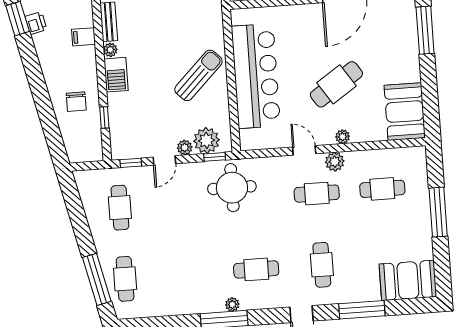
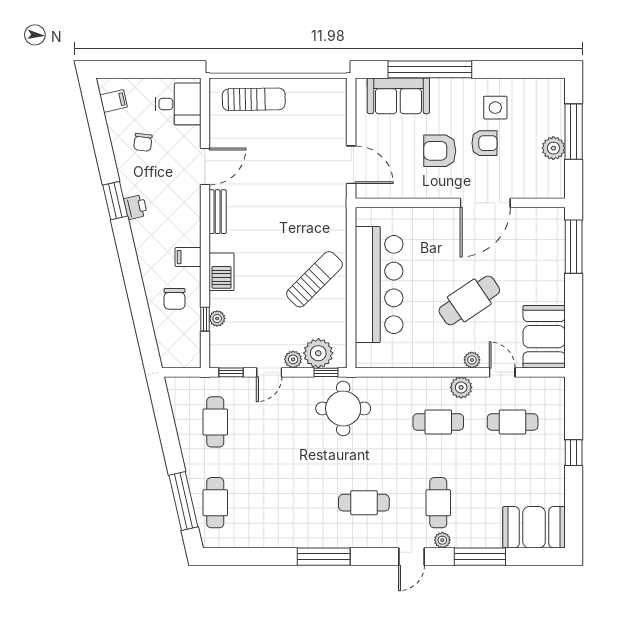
filing cabinet: (83, 37) -> (188, 257), moved
plant: (110, 50) -> (217, 318), moved
door: (304, 150) -> (502, 372), moved
window: (438, 212) -> (574, 453), width x0.46
plant: (232, 304) -> (442, 540), moved

